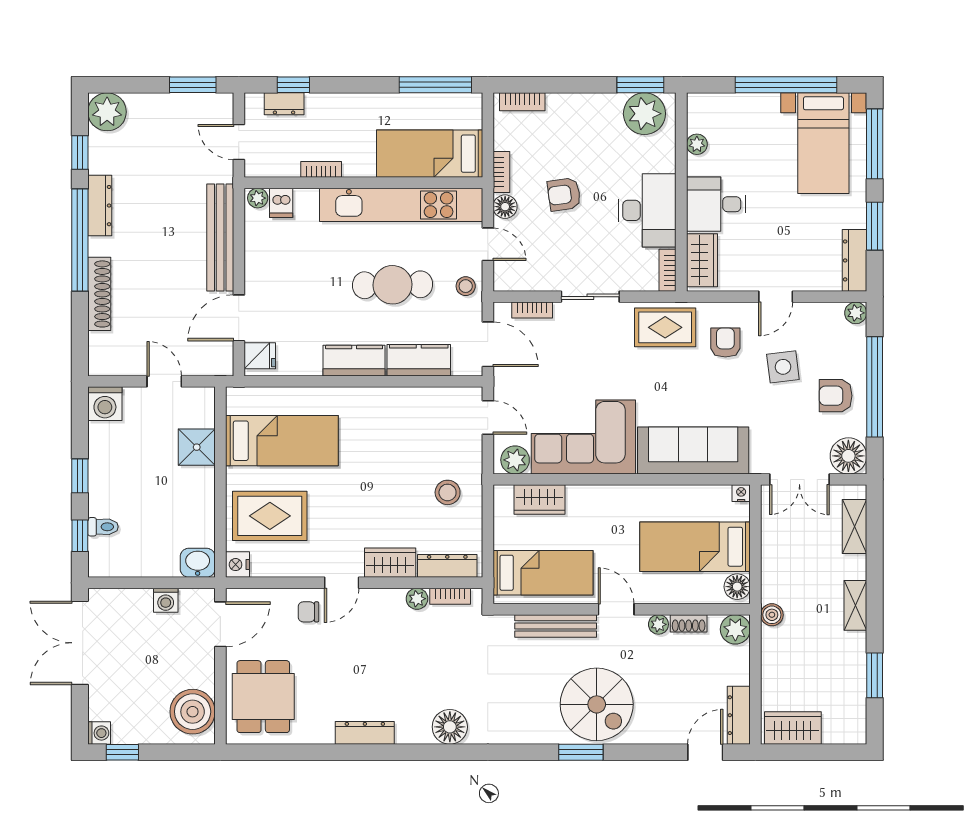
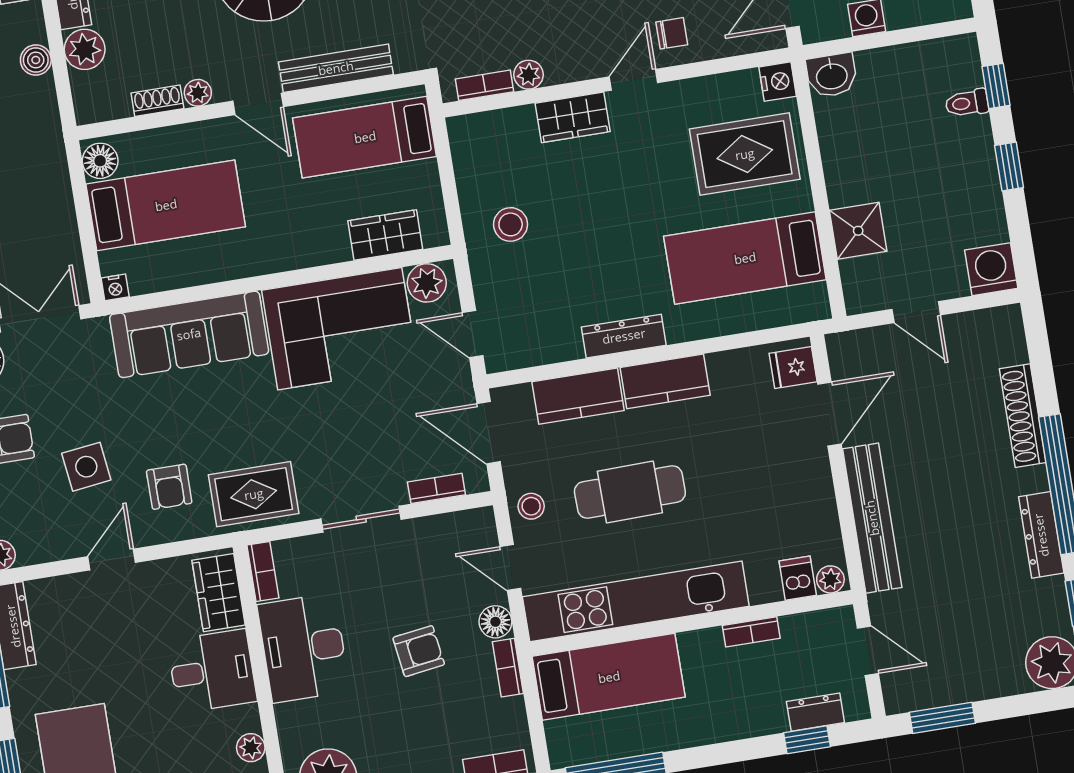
dresser: (447, 566) -> (624, 336), moved, turned 180
boiler: (772, 615) -> (36, 60), moved
plant: (735, 629) -> (85, 49), moved

